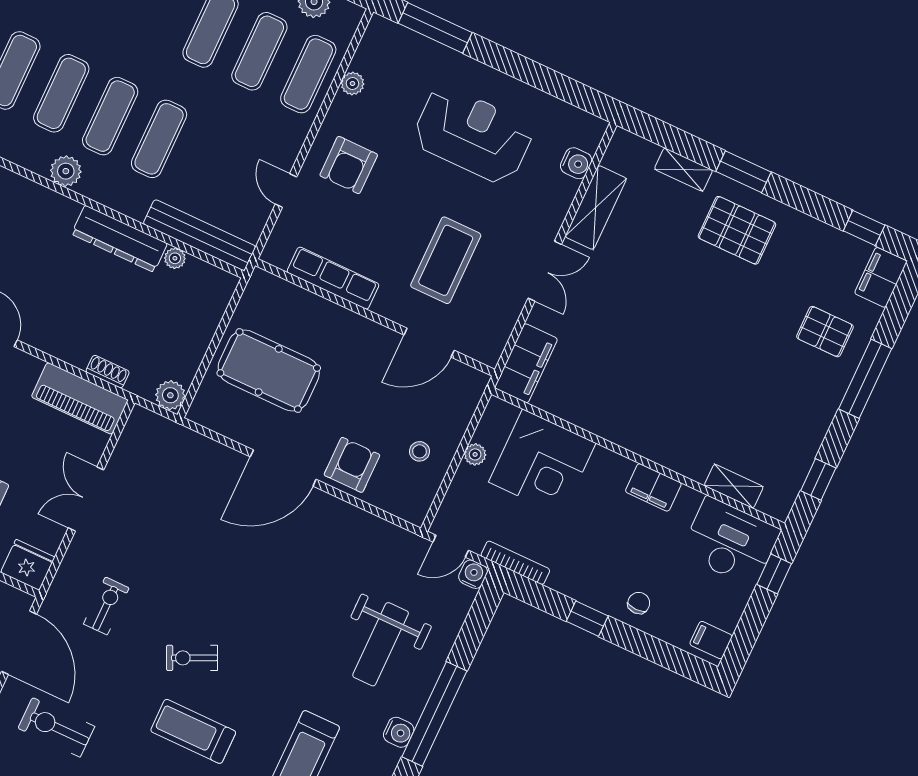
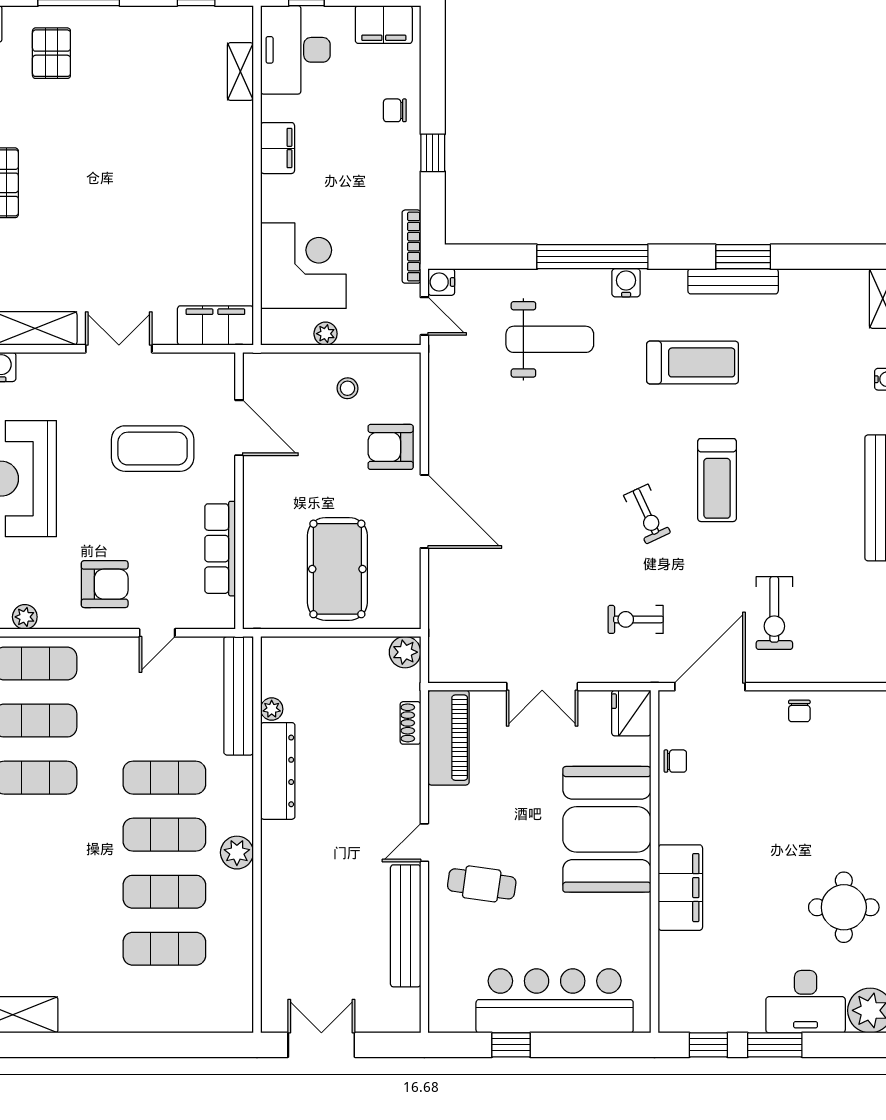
filing cabinet: (711, 640) -> (384, 25), width x2.00

